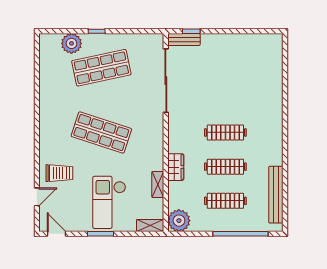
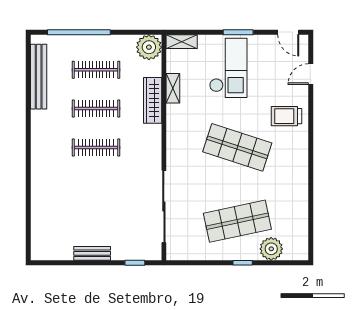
bench: (184, 39) -> (92, 253), moved
wardrobe: (176, 167) -> (153, 100), width x1.50
trolley: (59, 173) -> (286, 116), moved

